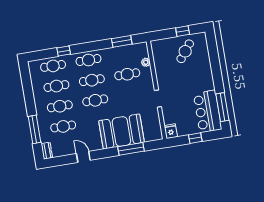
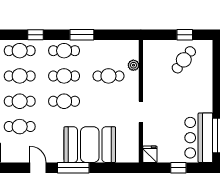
window: (122, 41) -> (82, 35), moved
window: (131, 149) -> (73, 168), moved

